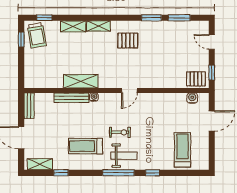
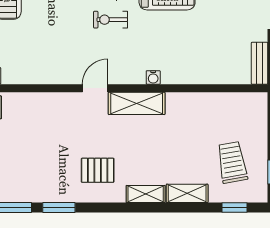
trolley: (37, 35) -> (232, 162), moved
shelving: (81, 81) -> (137, 103), moved
bench: (71, 98) -> (190, 76), removed

